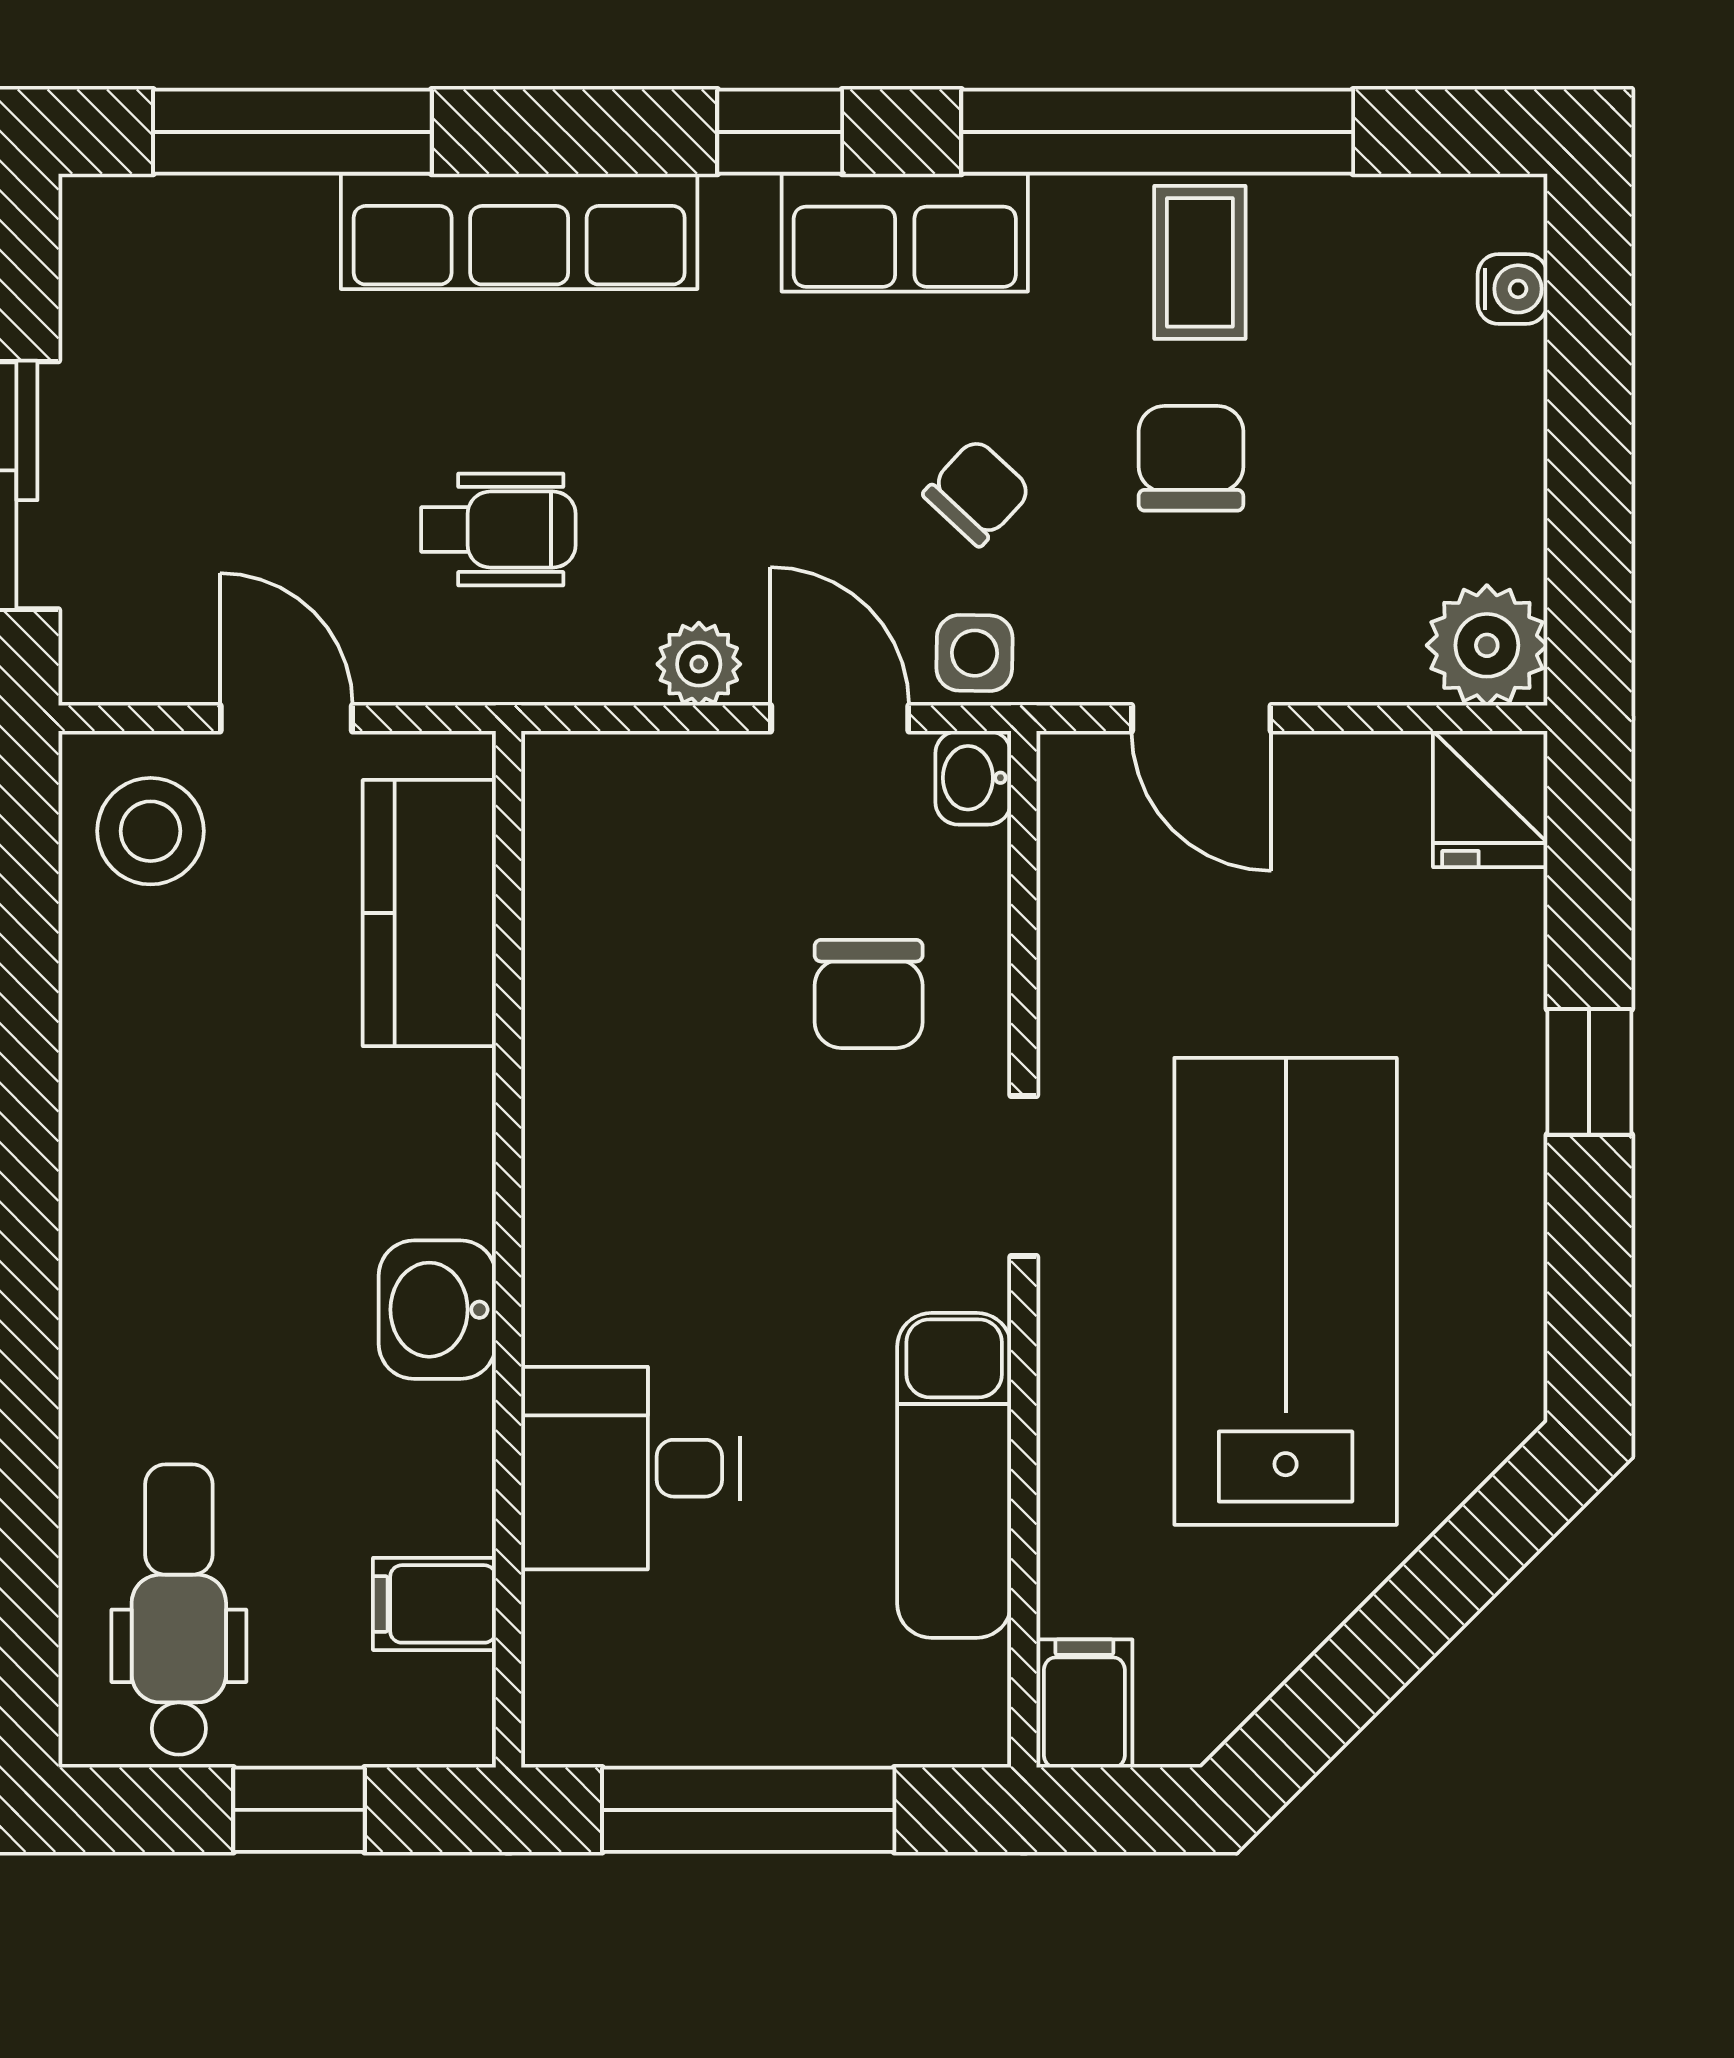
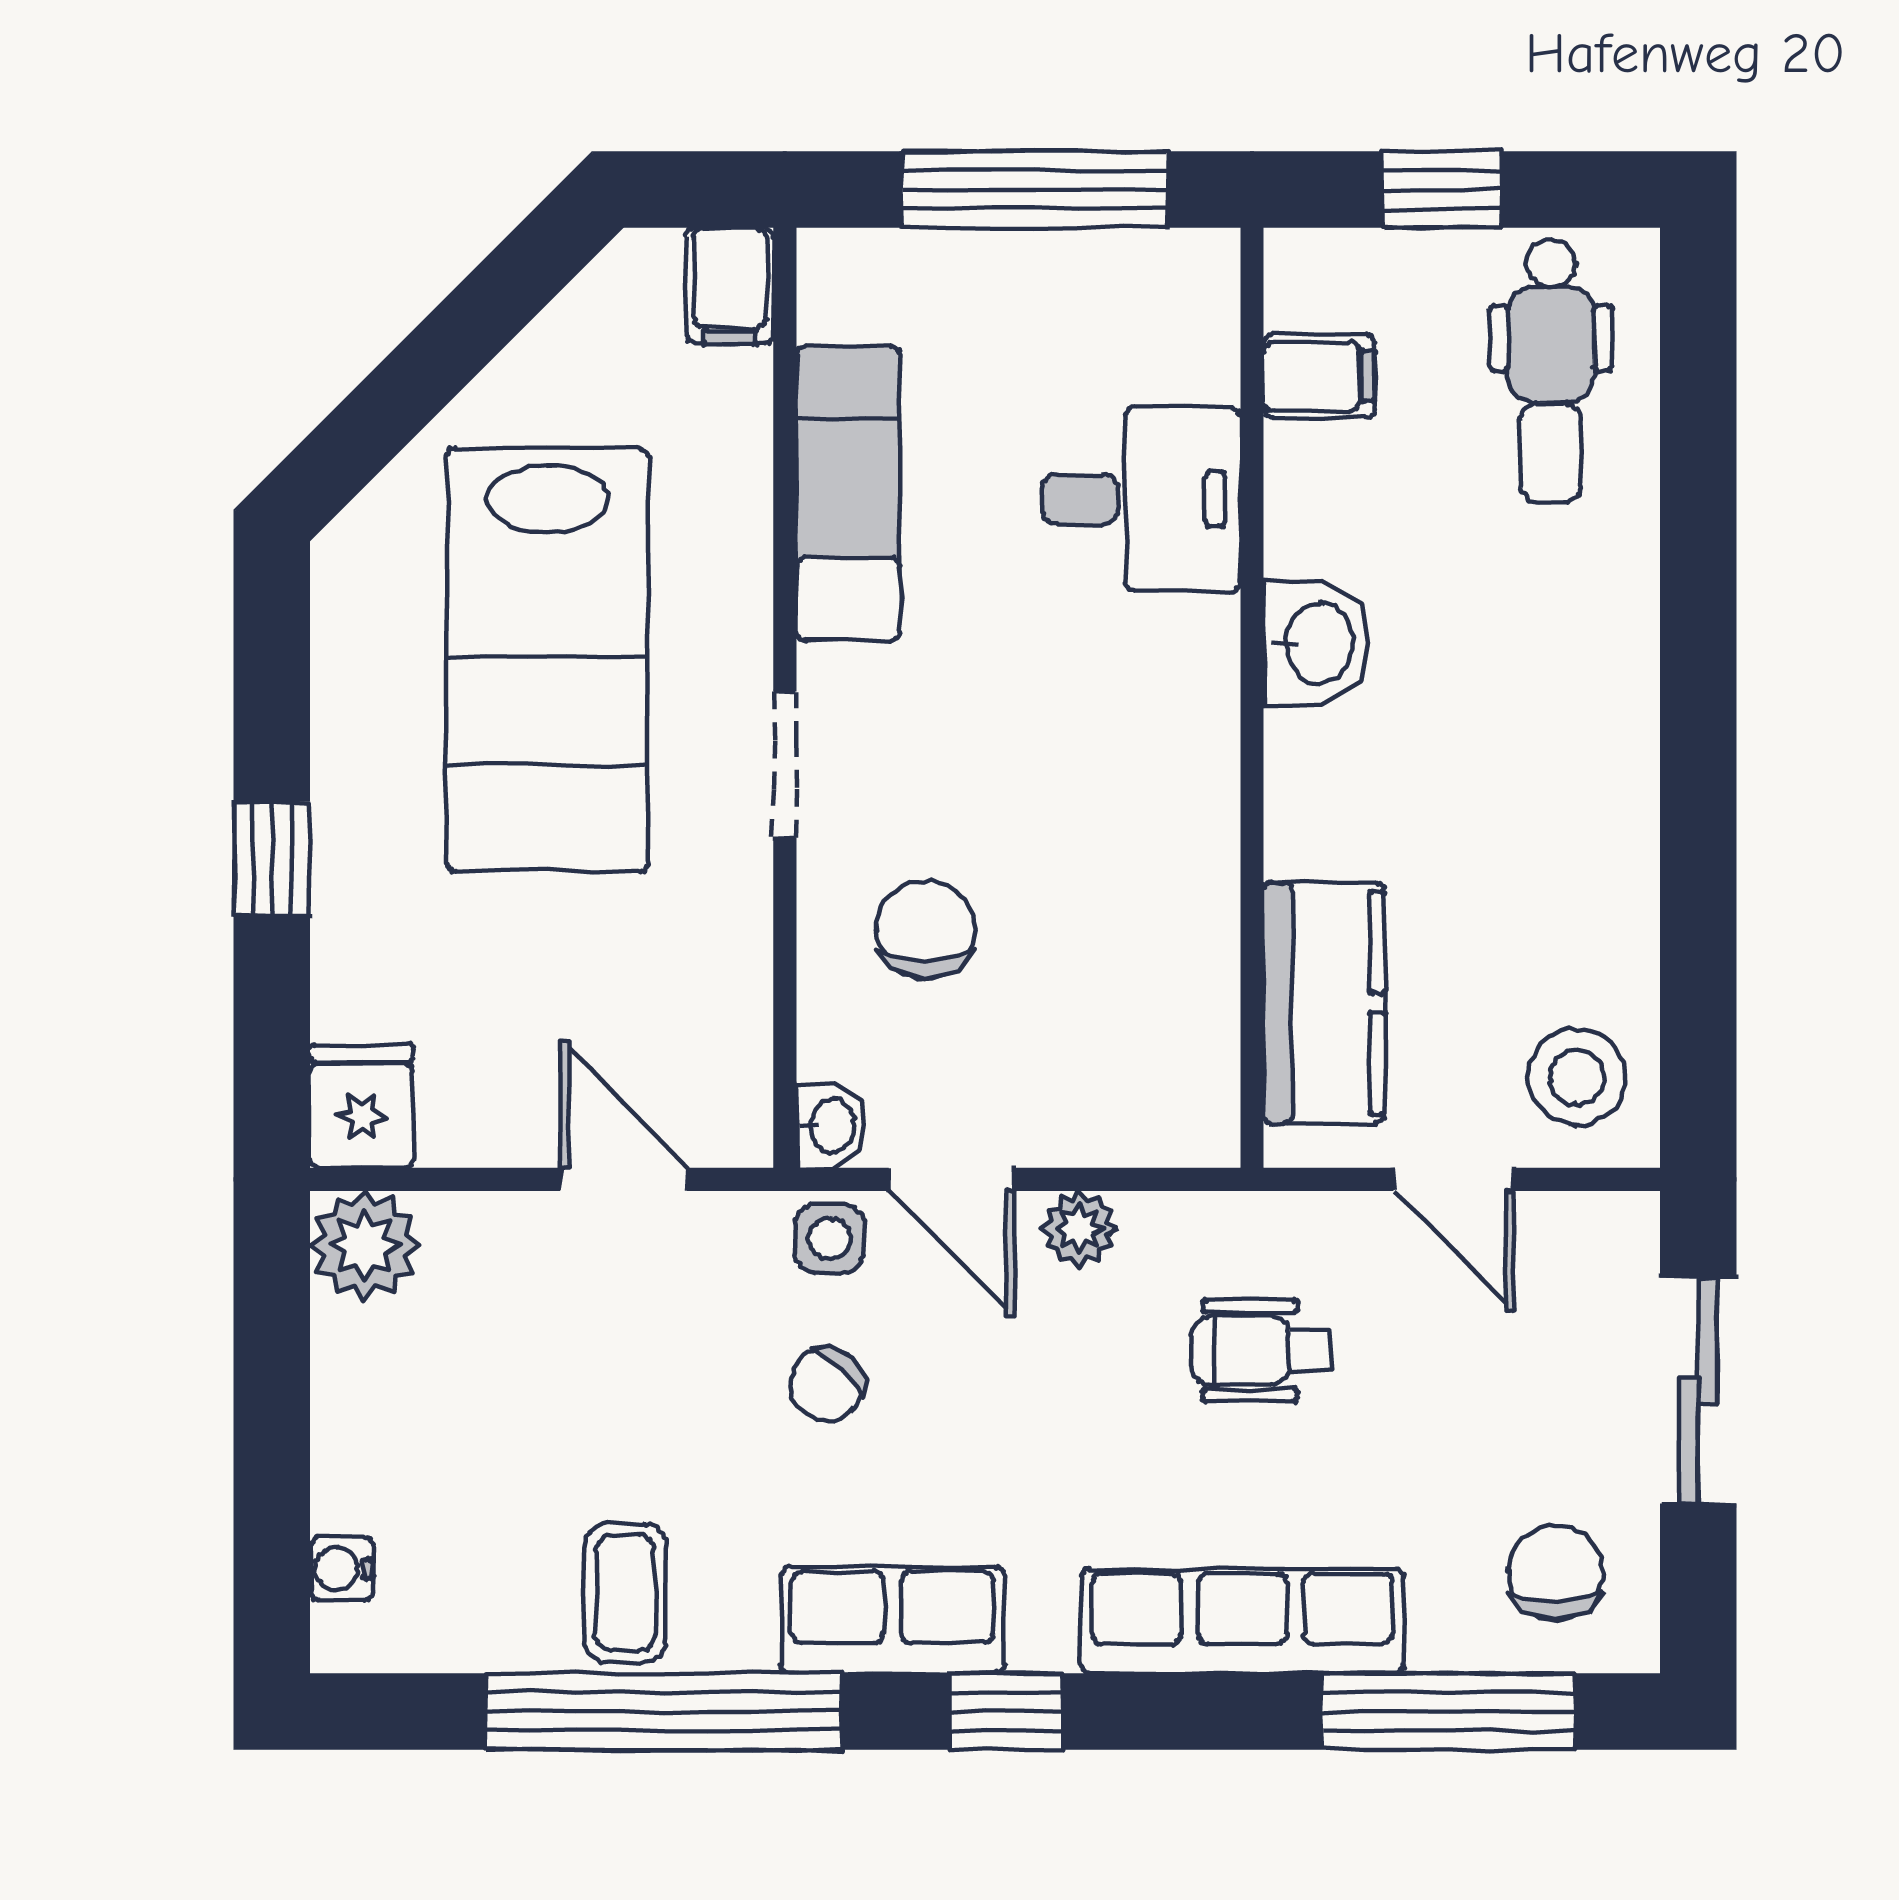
chair: (1191, 458) -> (1556, 1572), moved, turned 180

